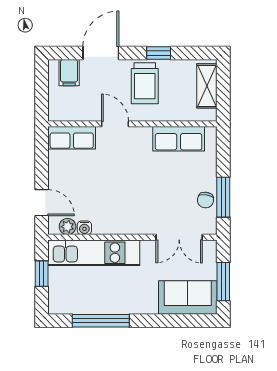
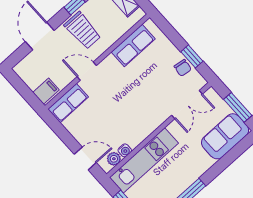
filing cabinet: (69, 73) -> (46, 91), moved, turned -90
window: (223, 197) -> (192, 56), width x0.67

